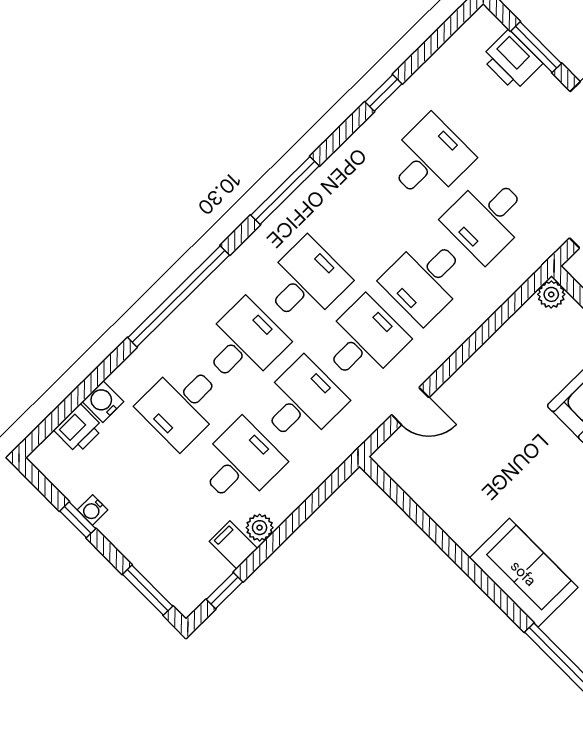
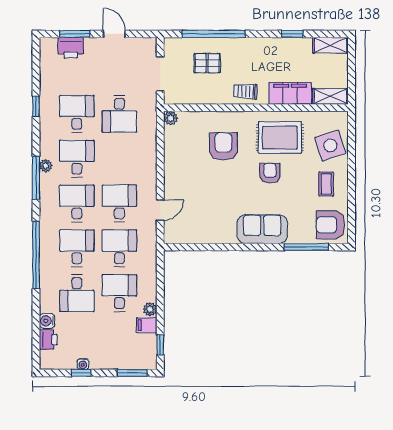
plant: (315, 187) -> (46, 166), added
desk: (425, 279) -> (77, 159), moved, turned 180

